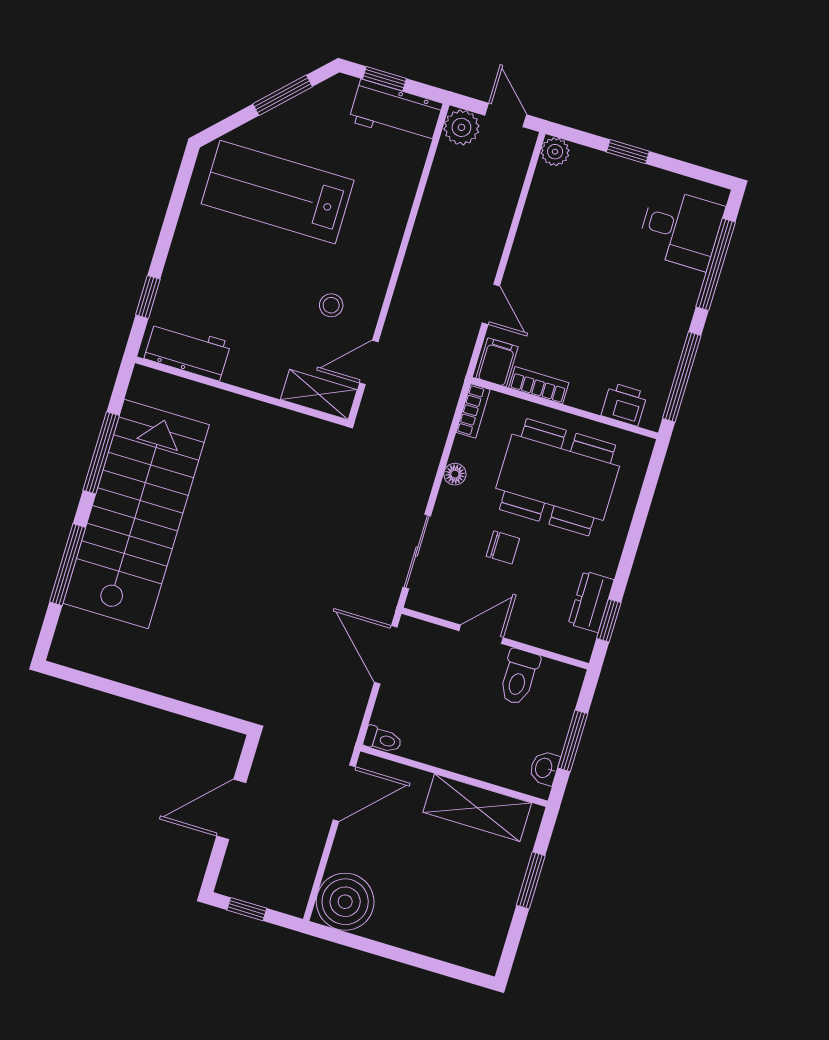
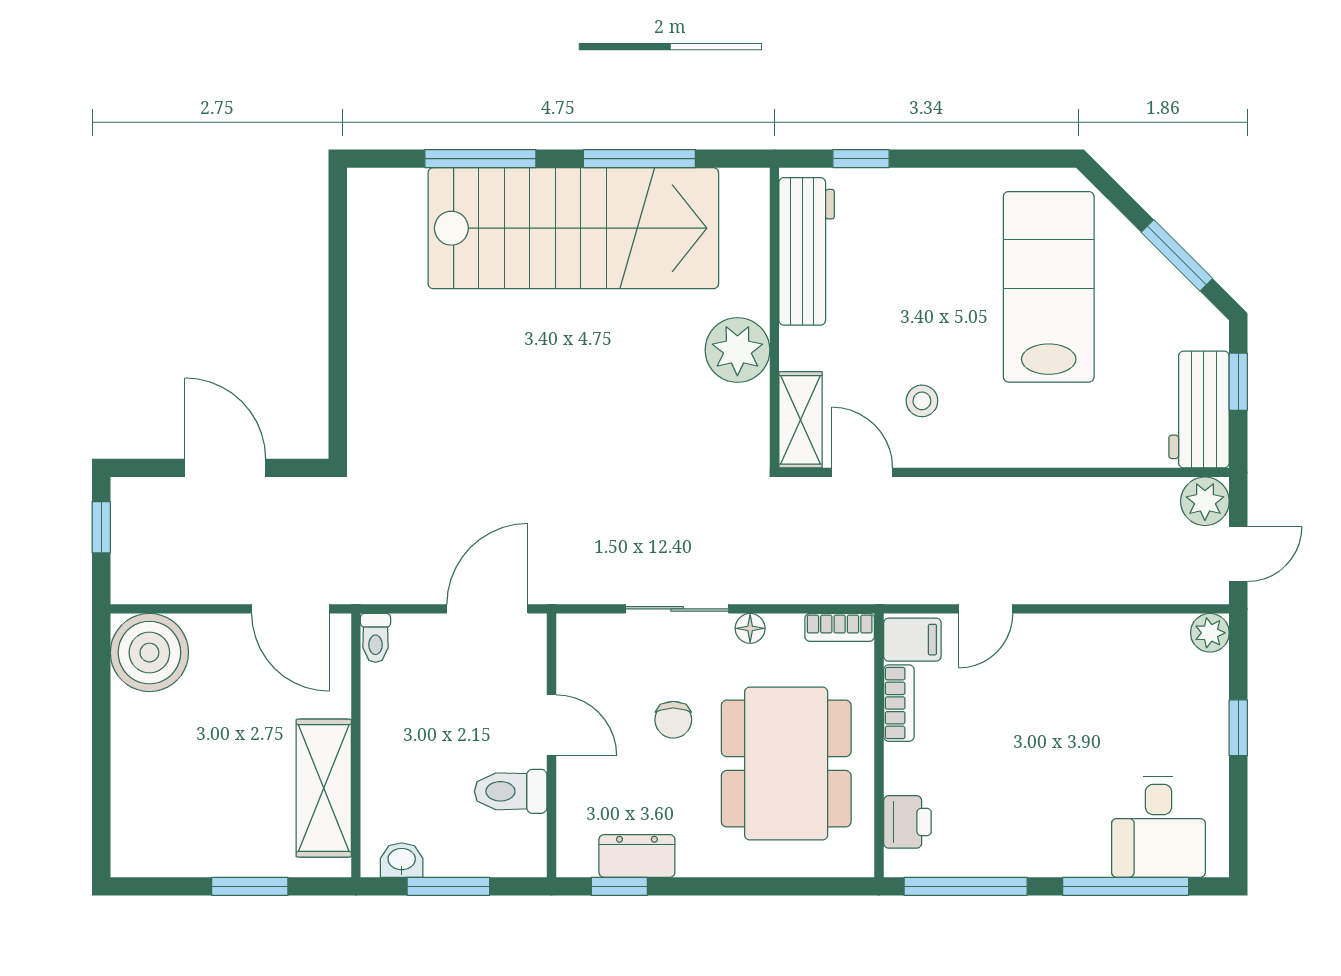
workbench: (188, 351) -> (807, 251), width x1.38
plant: (256, 424) -> (737, 350), added
sliding door: (417, 552) -> (677, 609), moved

